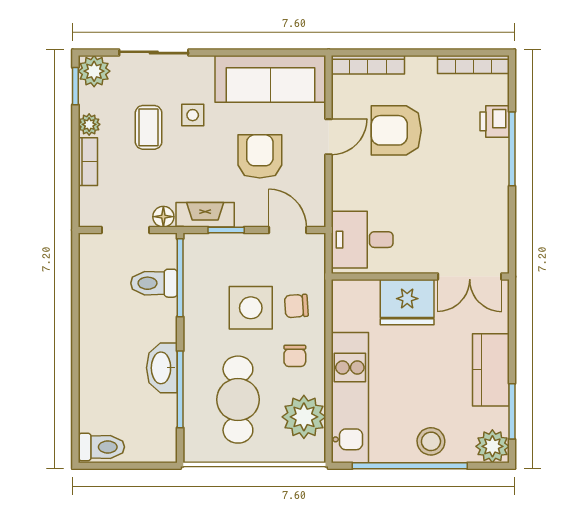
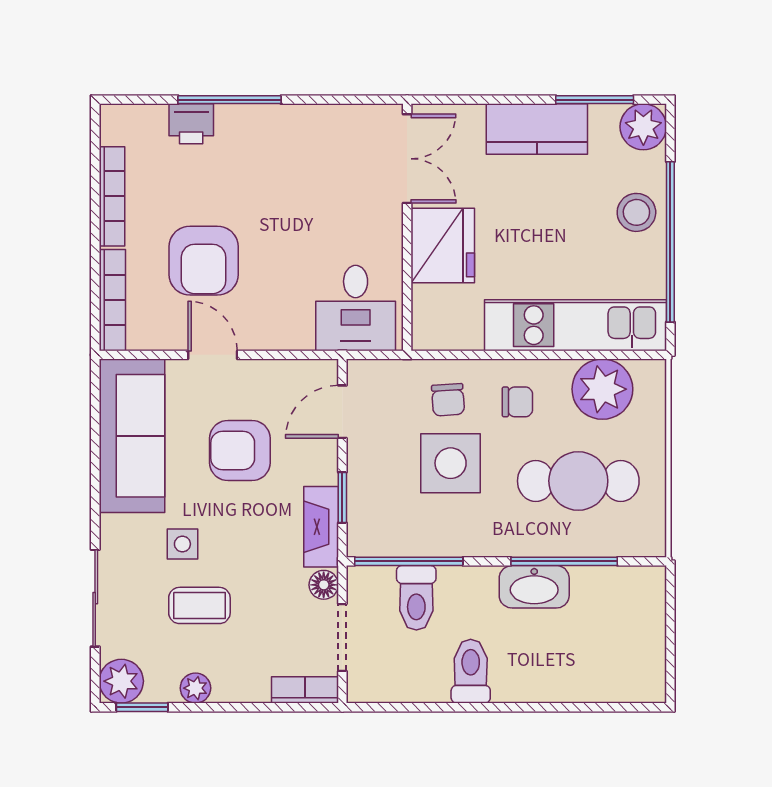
bookcase: (473, 65) -> (112, 196), moved
bookcase: (88, 162) -> (305, 690), moved
toilet: (101, 447) -> (471, 671), moved

